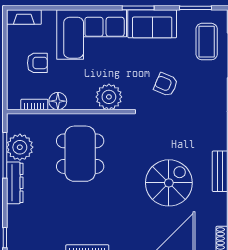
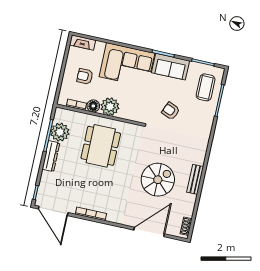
armchair: (37, 63) -> (85, 76), turned 180
plant: (109, 97) -> (110, 107), moved

